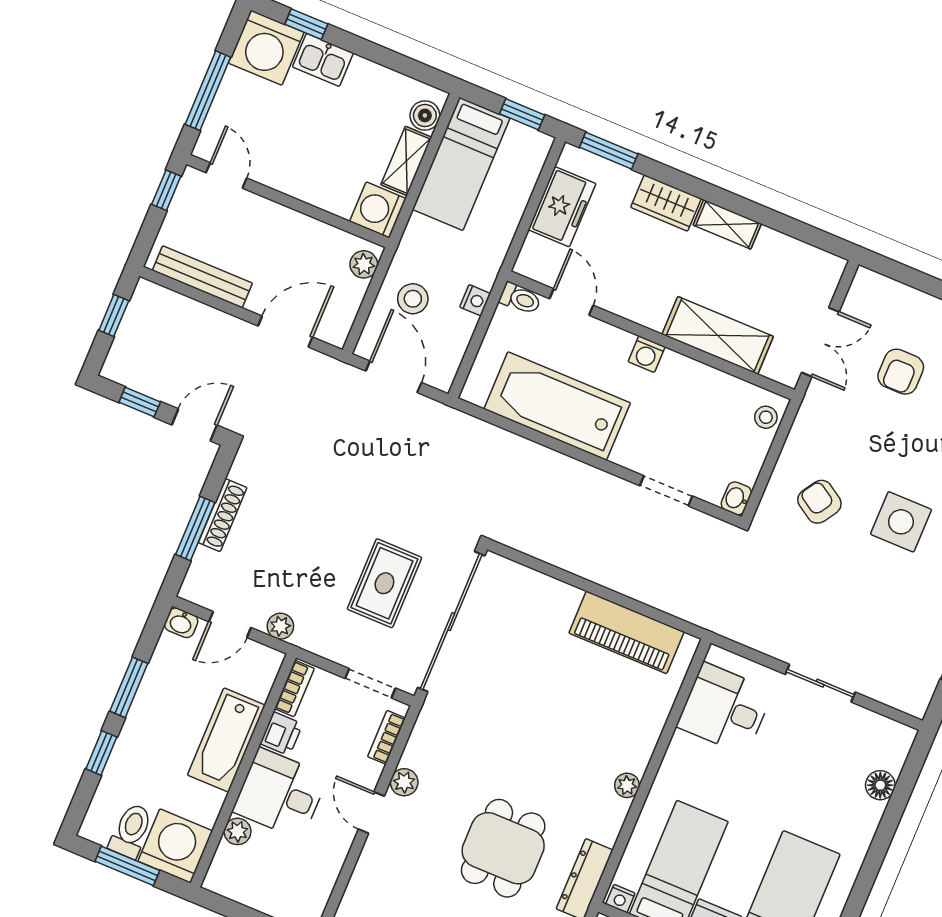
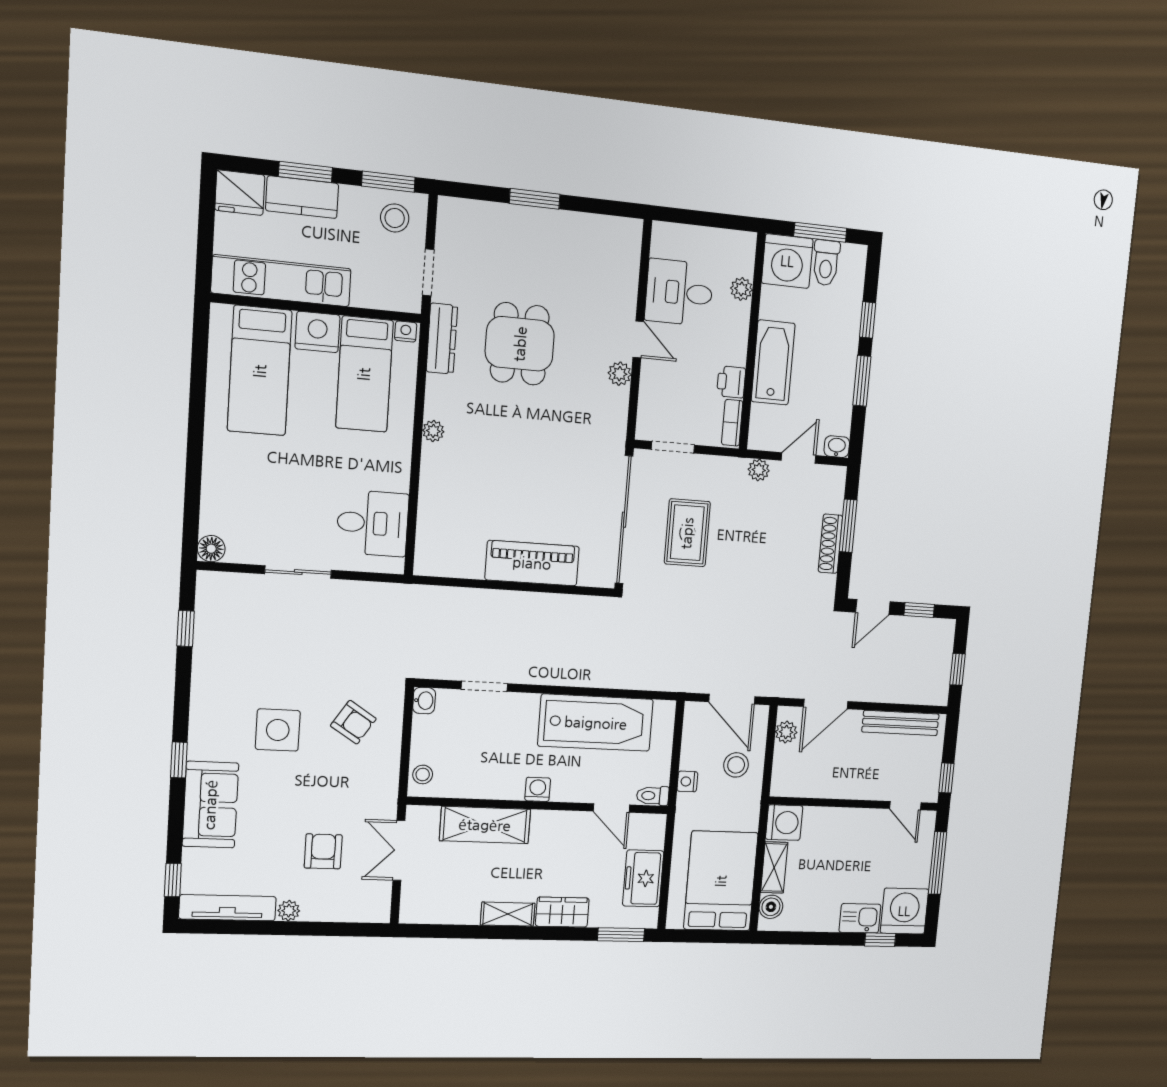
window: (522, 114) -> (697, 936), removed
bed: (461, 164) -> (721, 881), width x1.50
plant: (364, 264) -> (786, 732), moved
piano: (627, 632) -> (532, 563), moved
bookcase: (387, 737) -> (646, 407), removed
floor lamp: (880, 785) -> (211, 549), moved
desk: (280, 794) -> (679, 292), moved, turned 180

